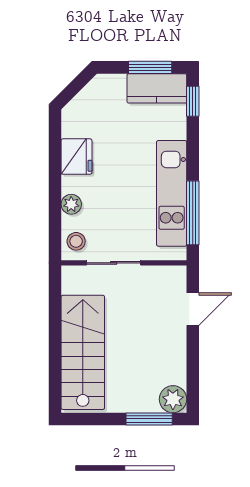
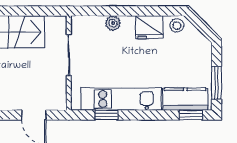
kitchen counter: (157, 88) -> (185, 99), moved, turned 90
window: (193, 213) -> (106, 115), width x0.46
stool: (76, 241) -> (177, 25), moved

